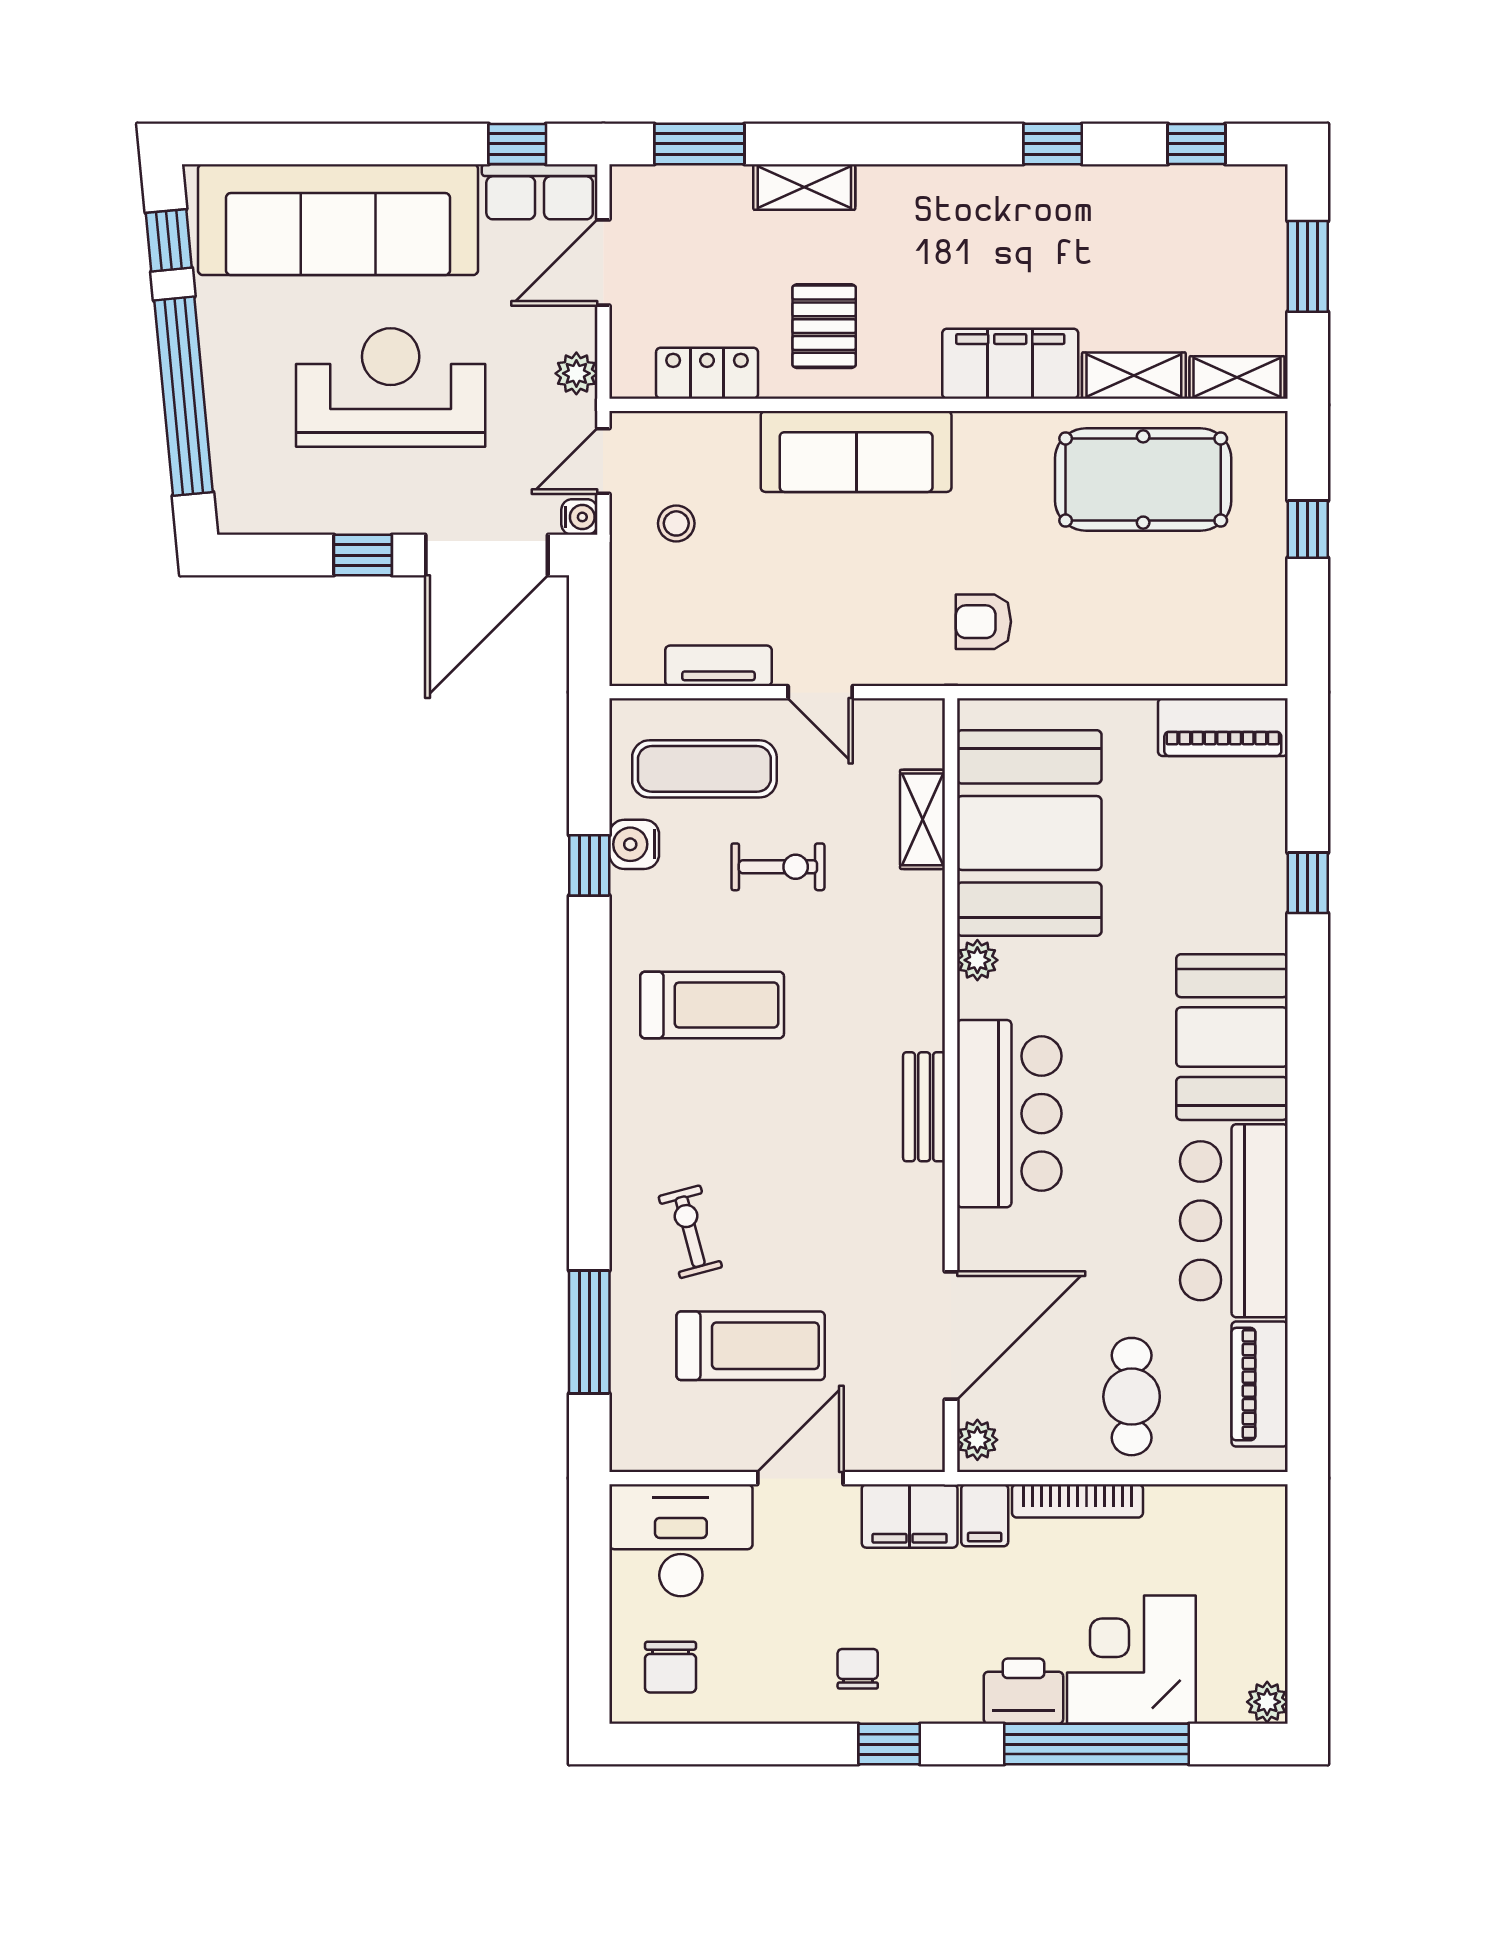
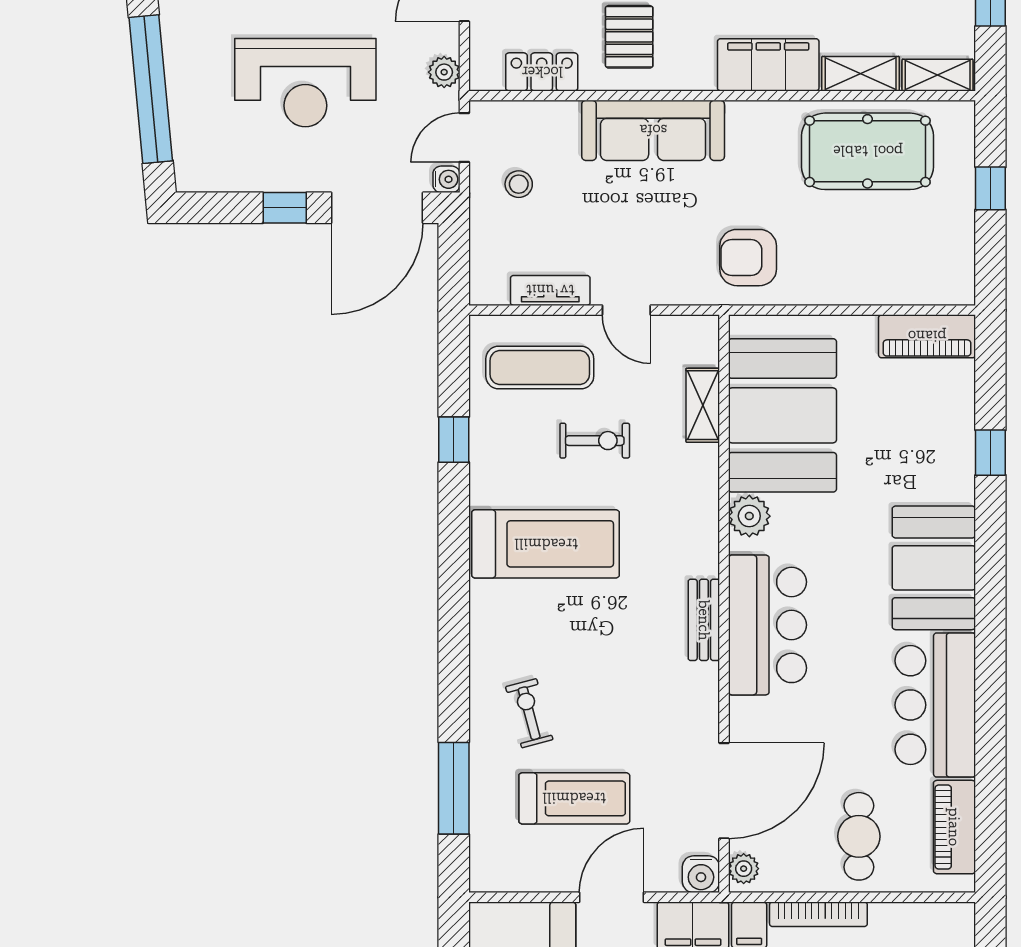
reception desk: (391, 388) -> (305, 83), turned 180
armchair: (983, 622) -> (748, 258), width x1.38, depth x1.38
water cooler: (634, 844) -> (701, 874), moved, turned -90
plant: (977, 960) -> (749, 516), width x1.38, depth x1.38
treadmill: (712, 1005) -> (546, 544), width x1.37, depth x1.38

